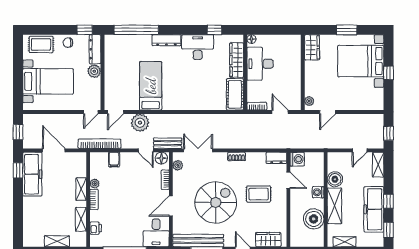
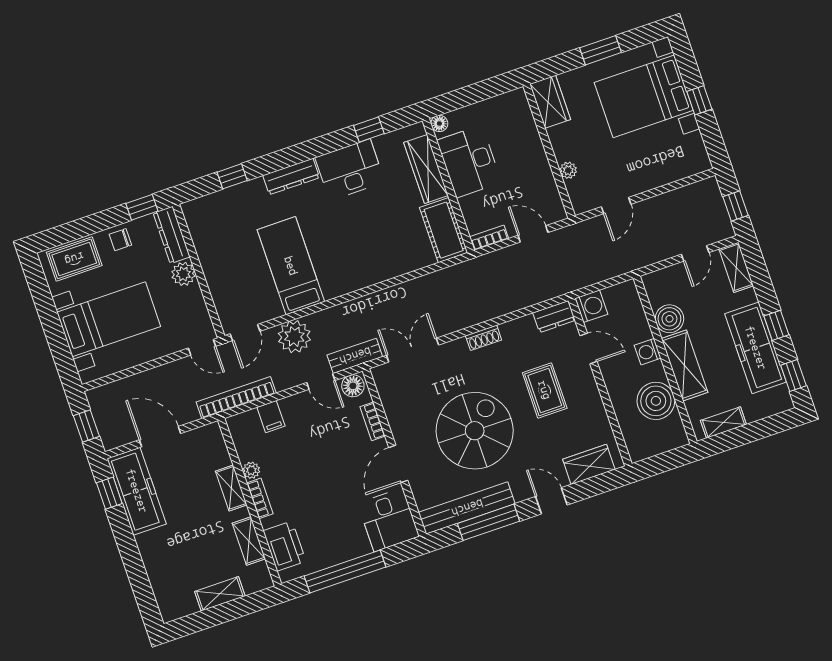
window: (136, 30) -> (232, 176), width x0.32
plant: (309, 101) -> (568, 170), moved
door: (91, 112) -> (202, 347), hinge flipped
plant: (178, 165) -> (386, 389), removed
rug: (259, 194) -> (545, 390), turned 90
printer: (96, 228) -> (285, 546), width x1.87, depth x1.48

